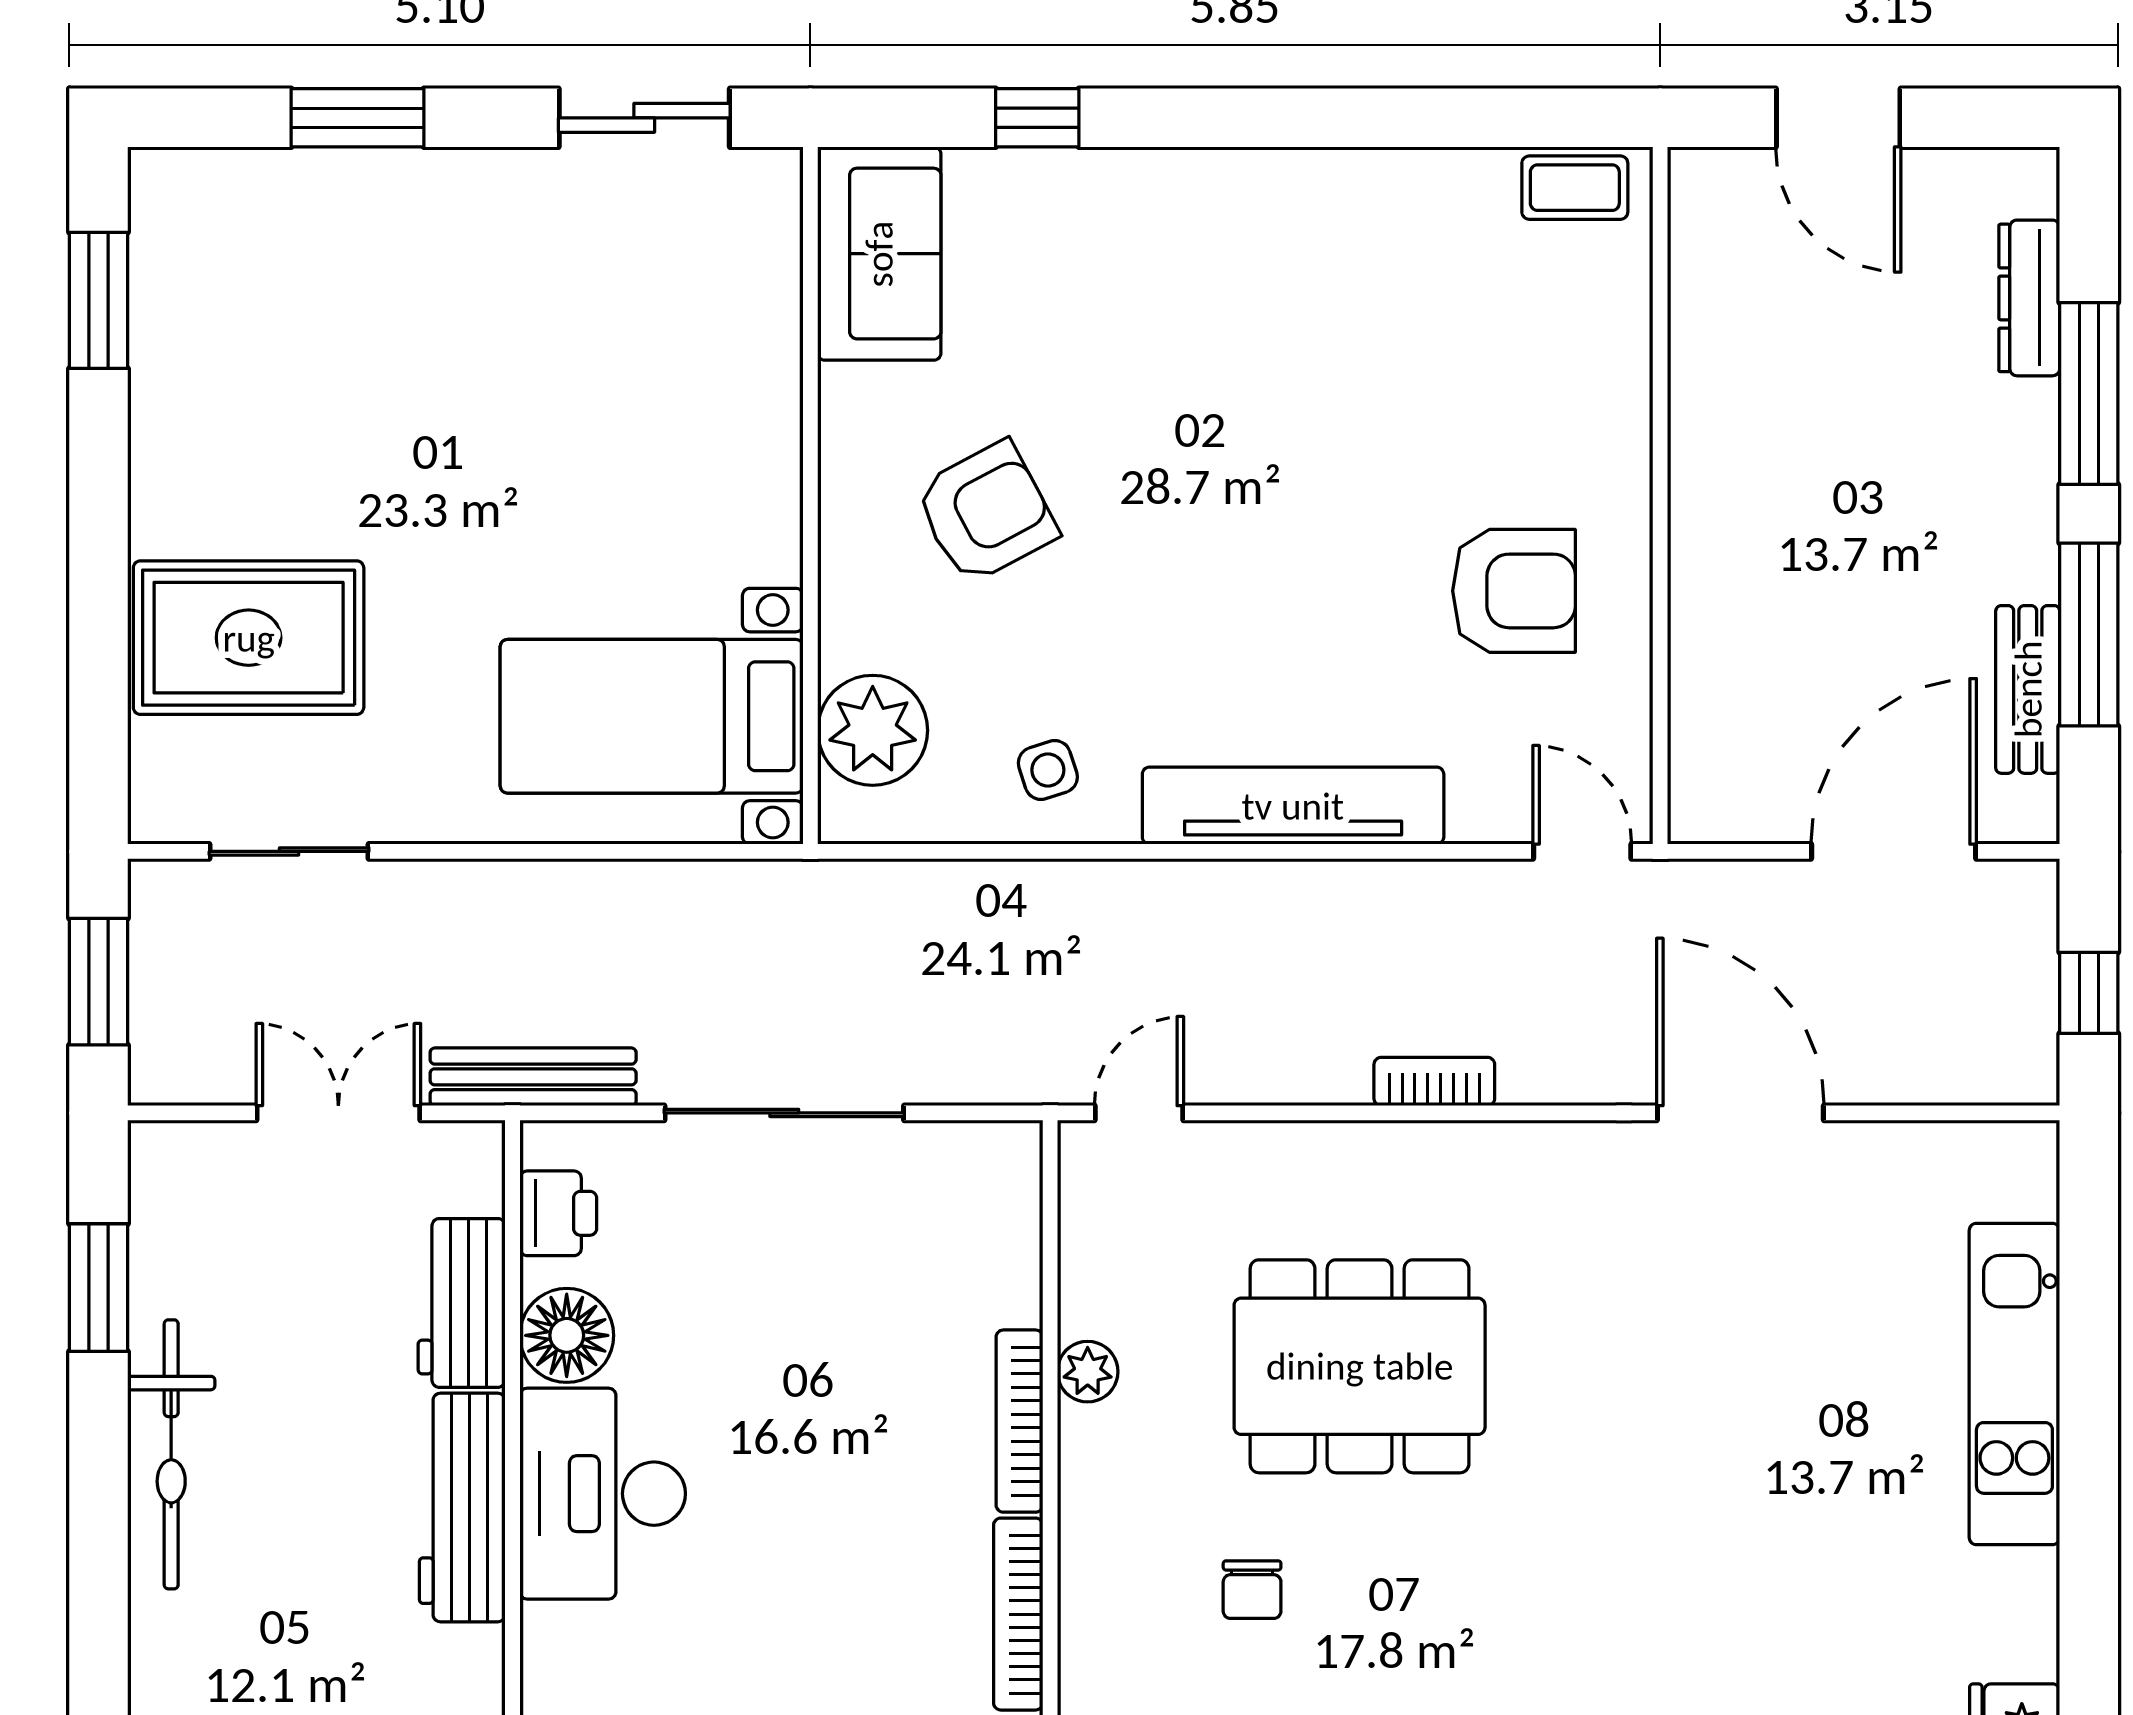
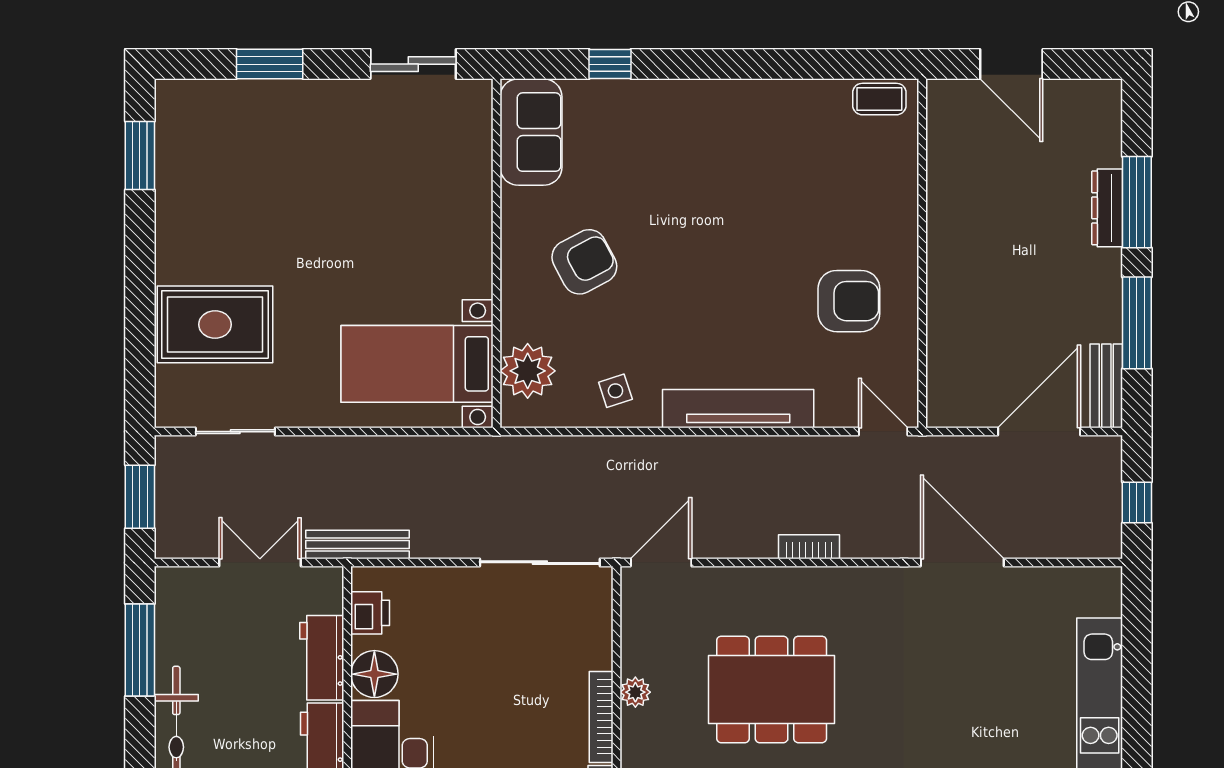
dresser: (2029, 298) -> (1107, 208), moved
bench: (2028, 689) -> (1106, 386), moved
sliding door: (784, 1113) -> (540, 563), moved
door: (1139, 1113) -> (661, 563), width x1.38
window: (98, 1288) -> (140, 650), width x1.44

